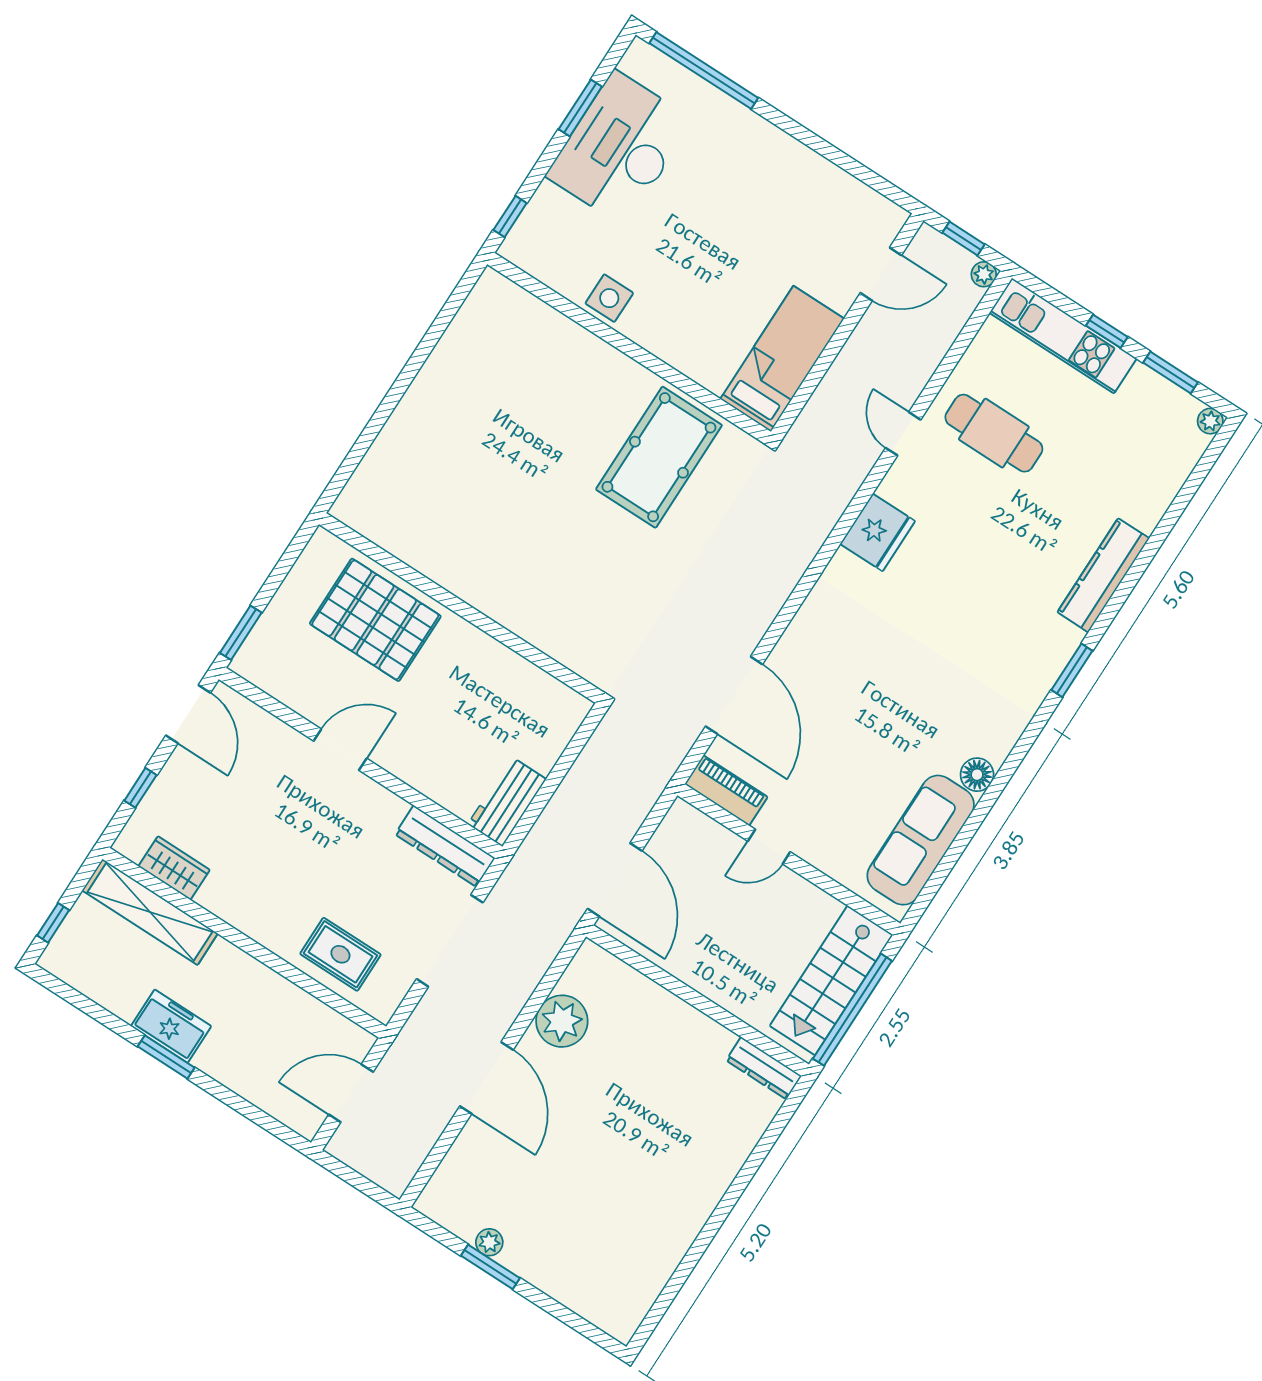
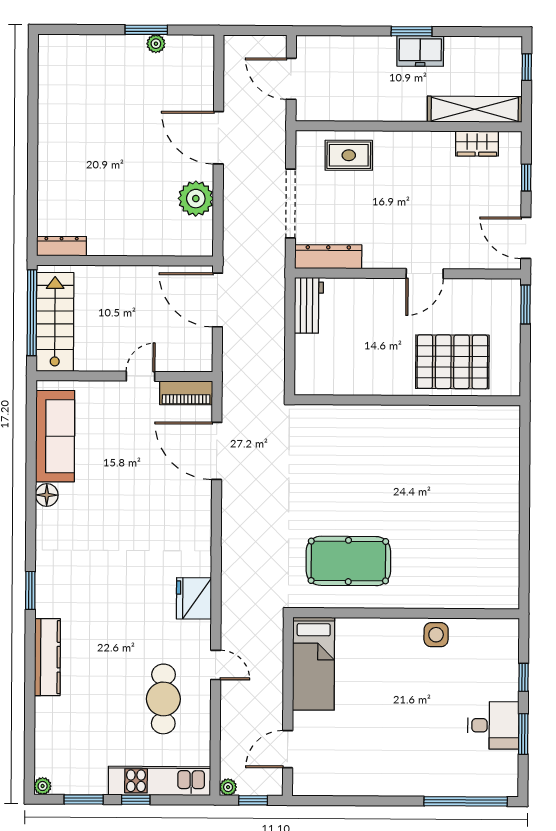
desk: (620, 148) -> (493, 725), width x0.53, depth x0.77
window: (510, 216) -> (524, 677), moved
cafe table: (994, 433) -> (163, 699), turned 90
pool table: (659, 457) -> (348, 561), turned 90
door: (351, 1093) -> (291, 79), swing flipped

